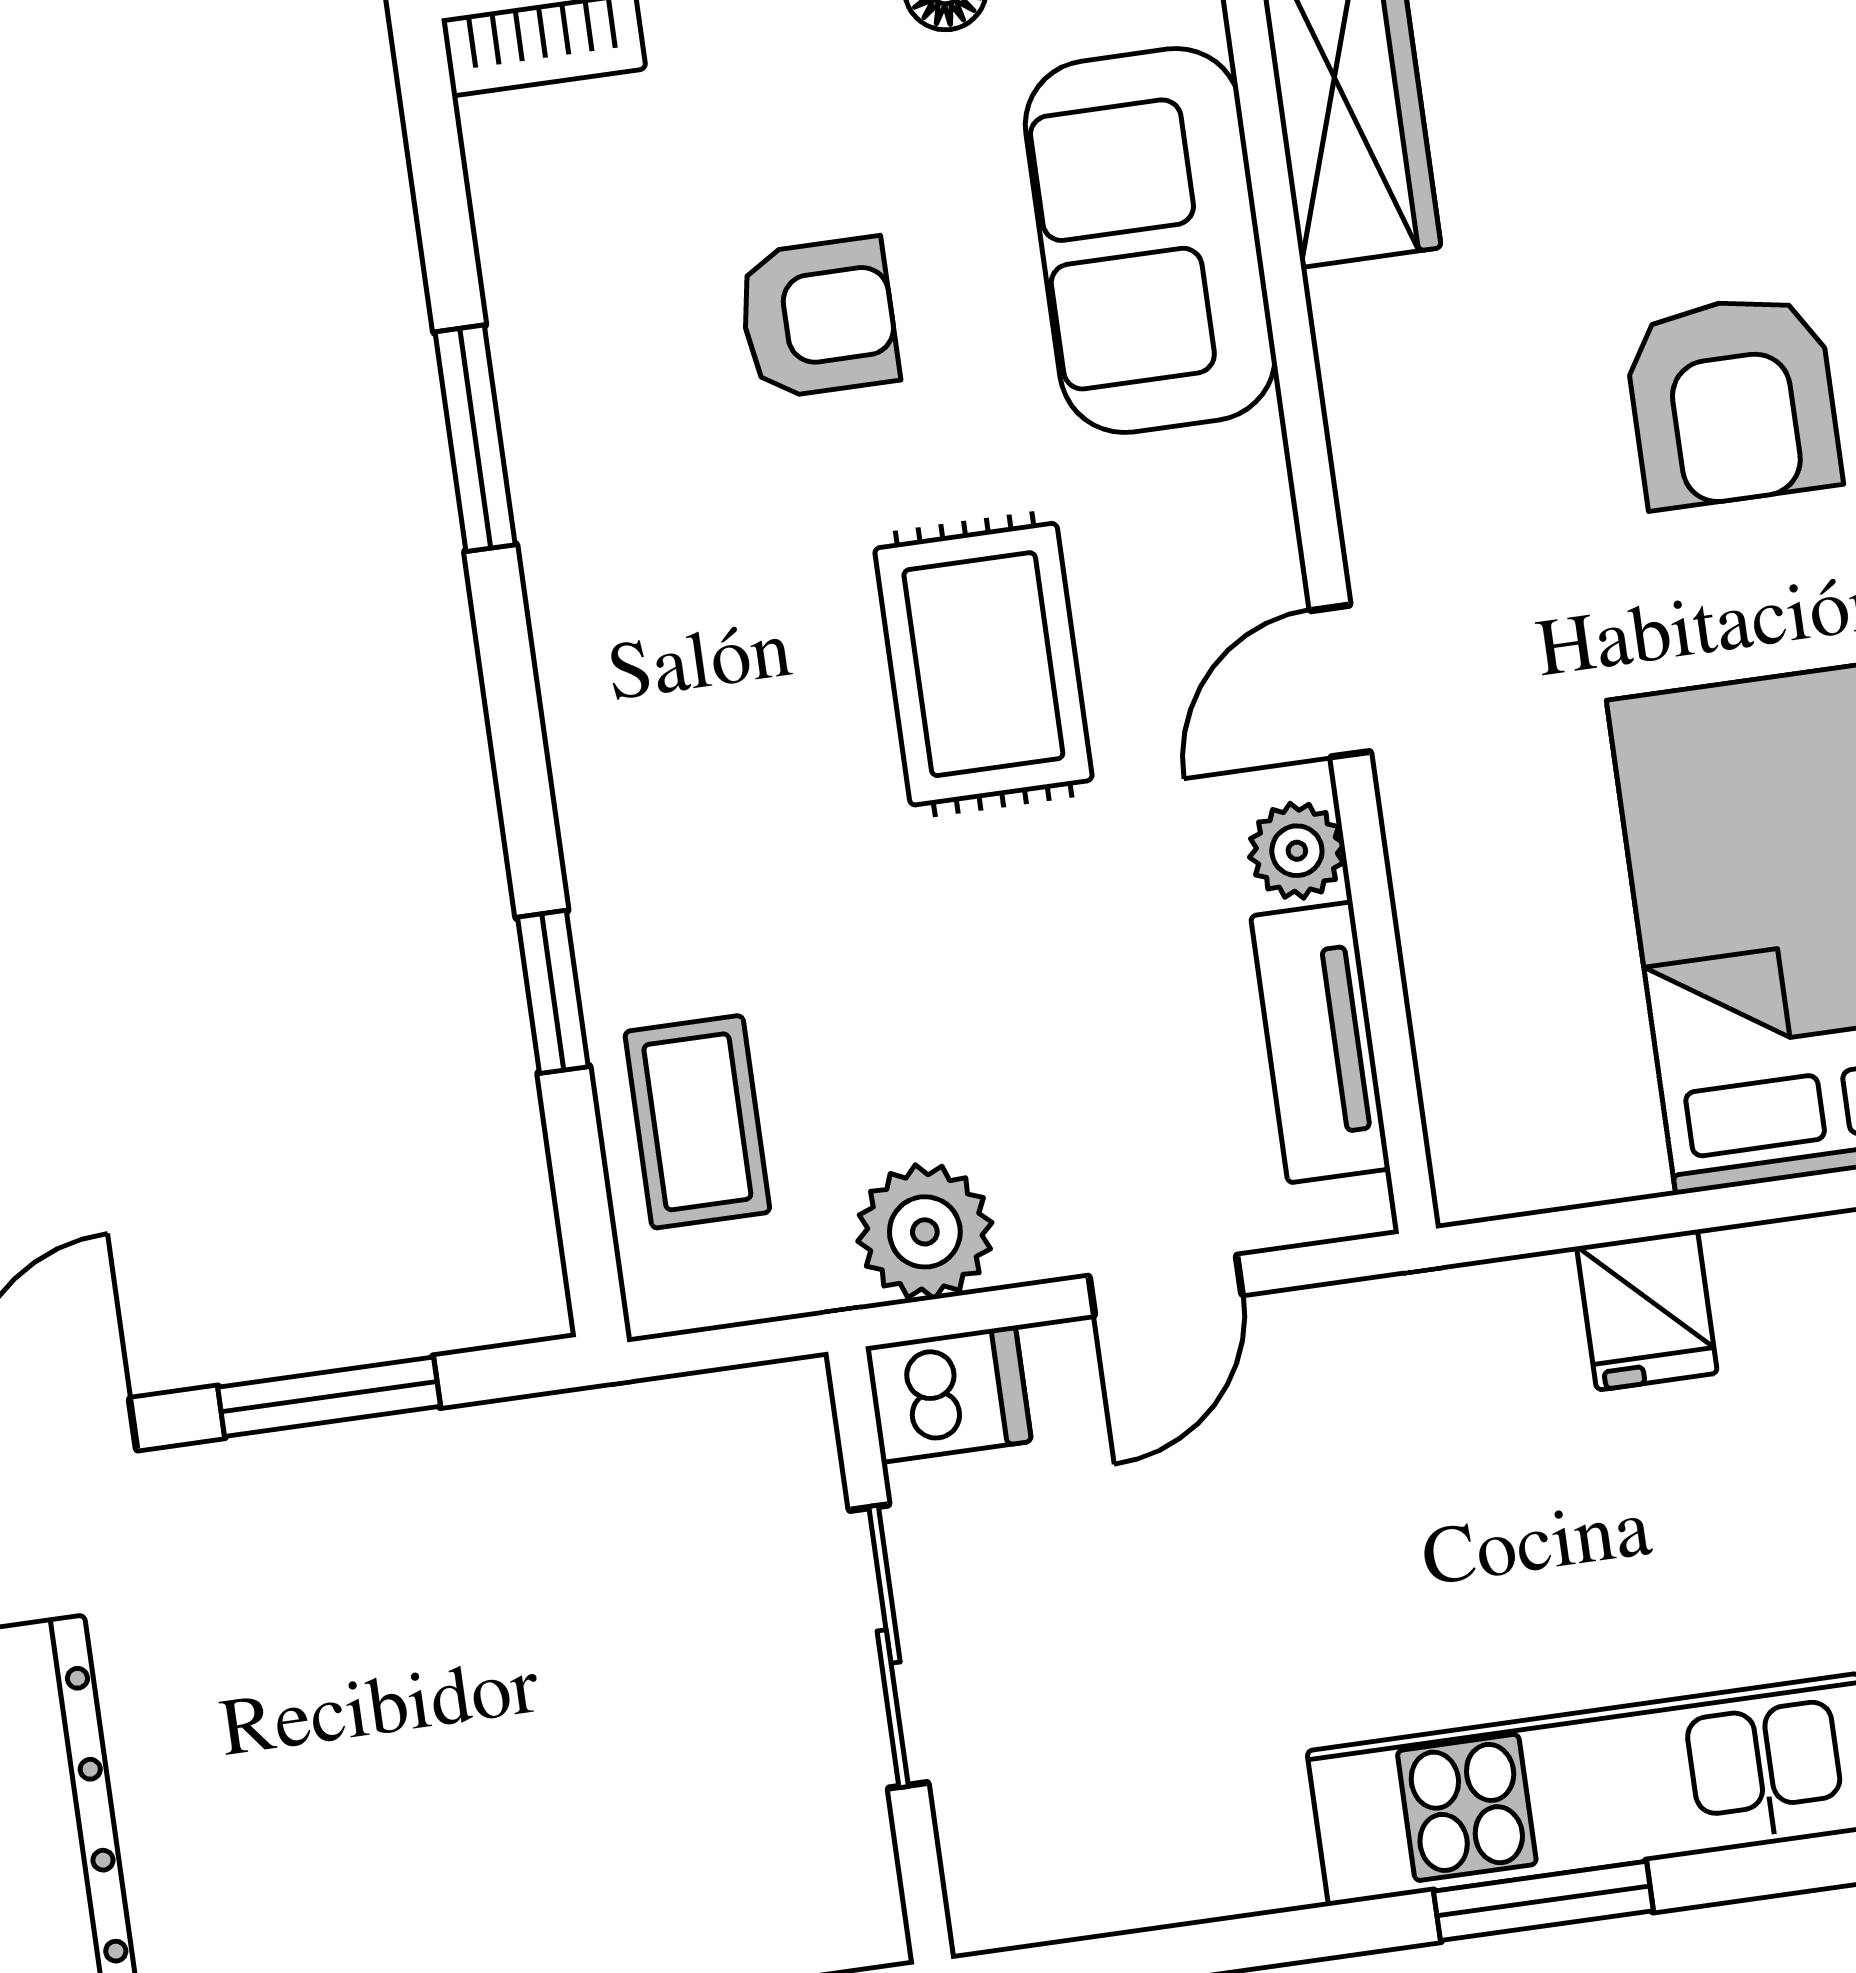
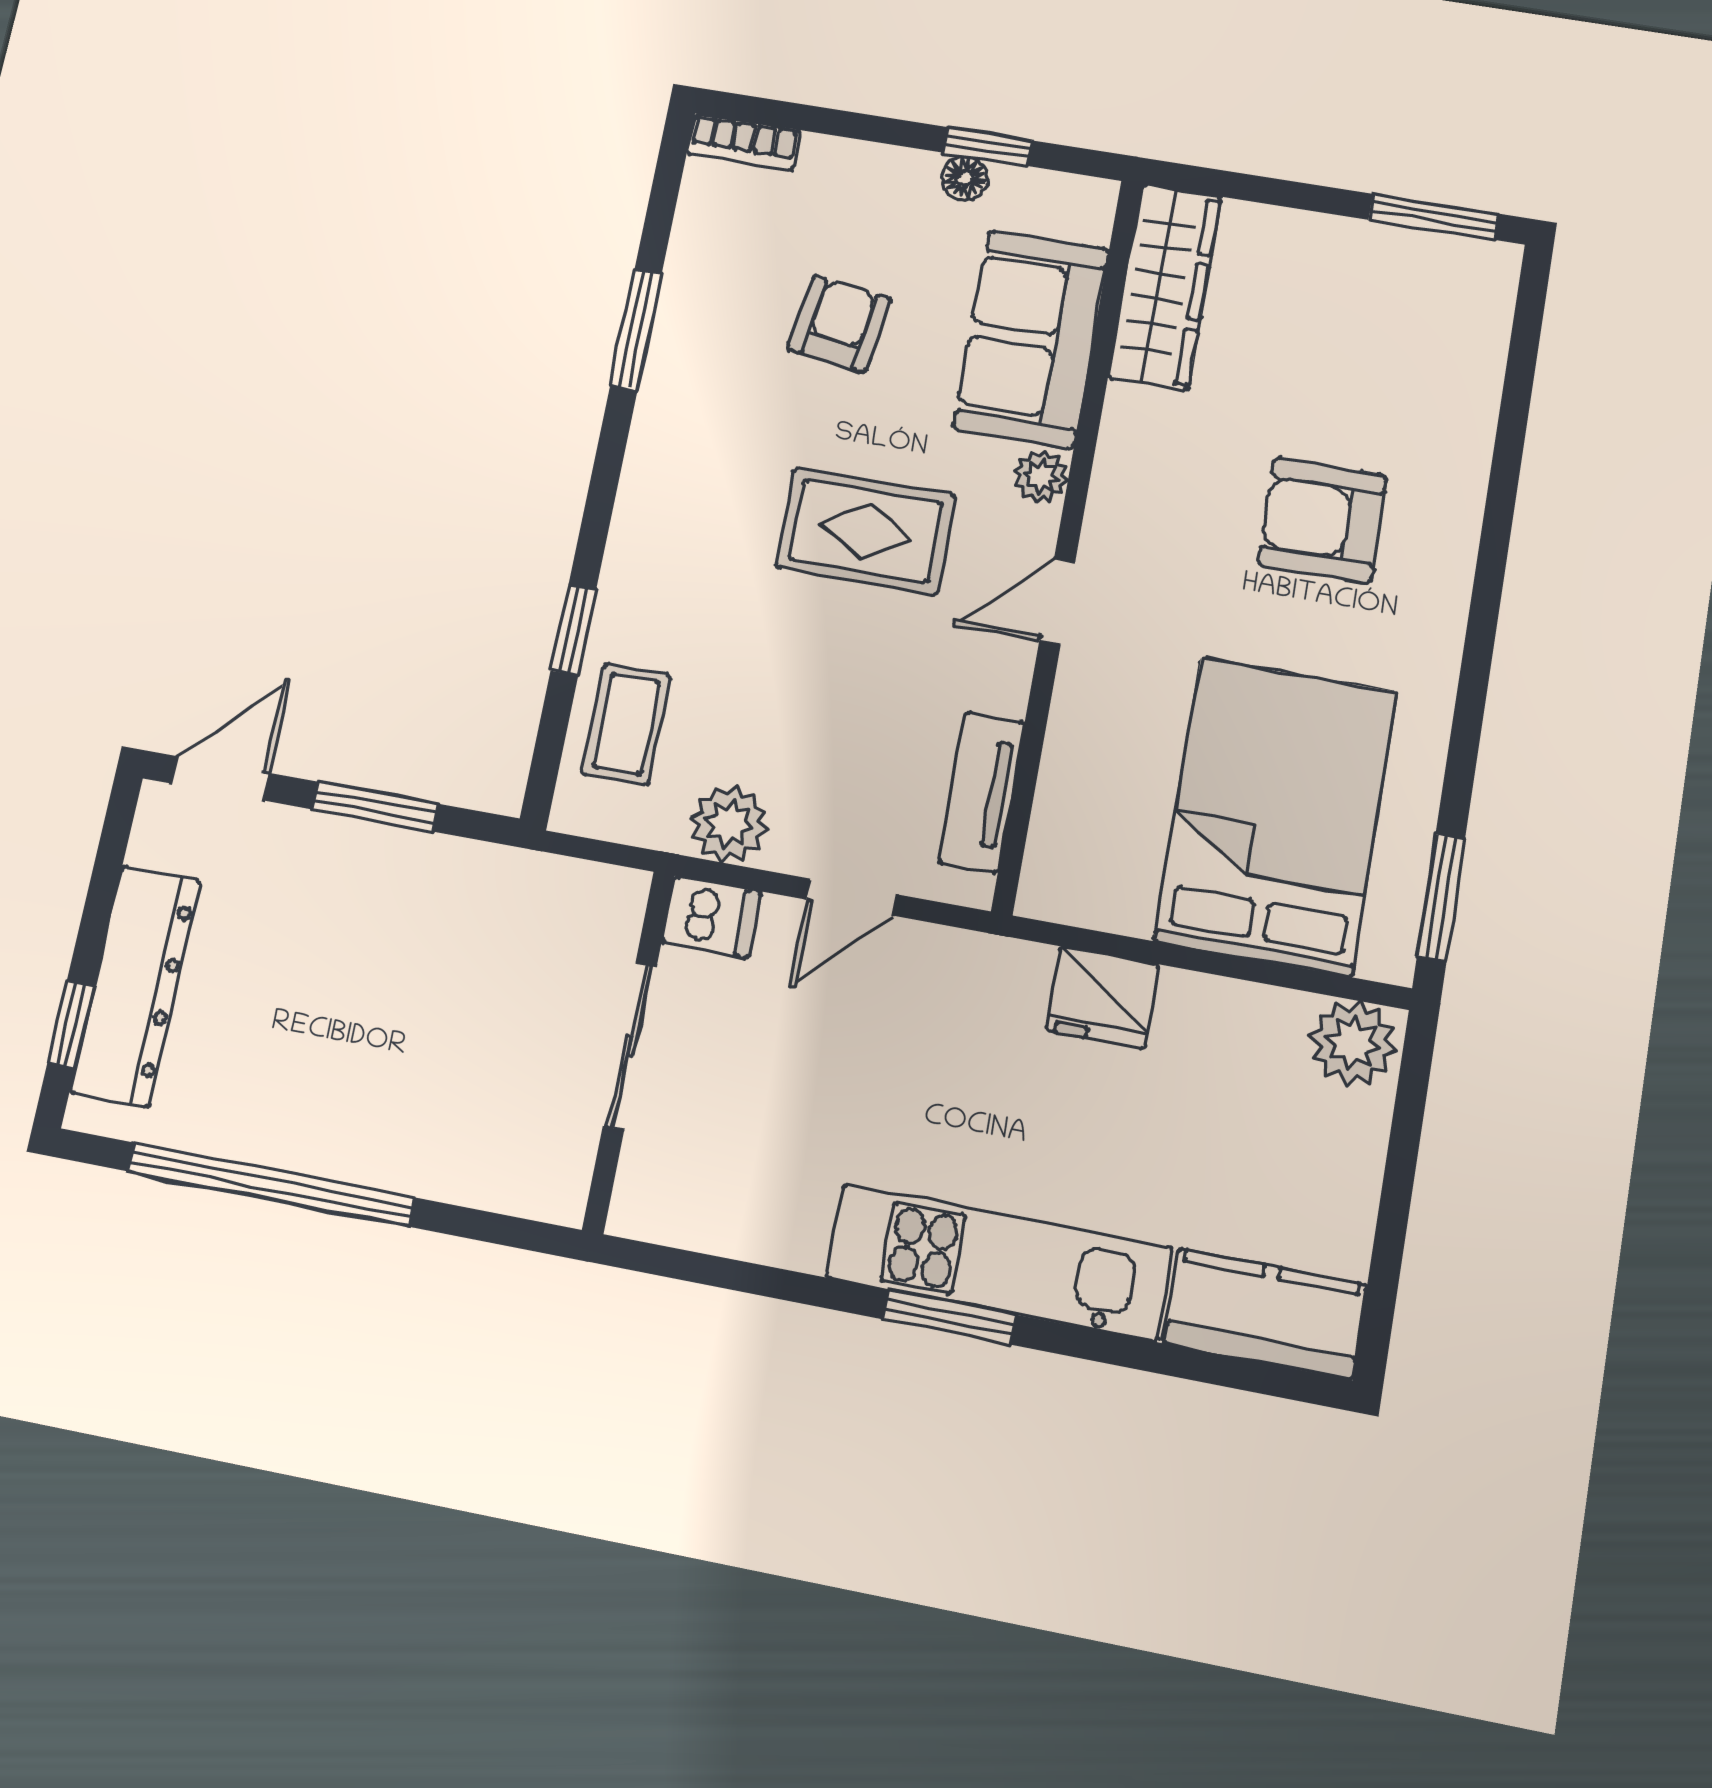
armchair: (818, 318) -> (839, 324), turned -82
armchair: (1733, 401) -> (1322, 520), turned 90
rug: (983, 664) -> (866, 531), turned 90
plant: (1297, 851) -> (1041, 476), moved
fridge: (1647, 1310) -> (1103, 997), width x1.38

